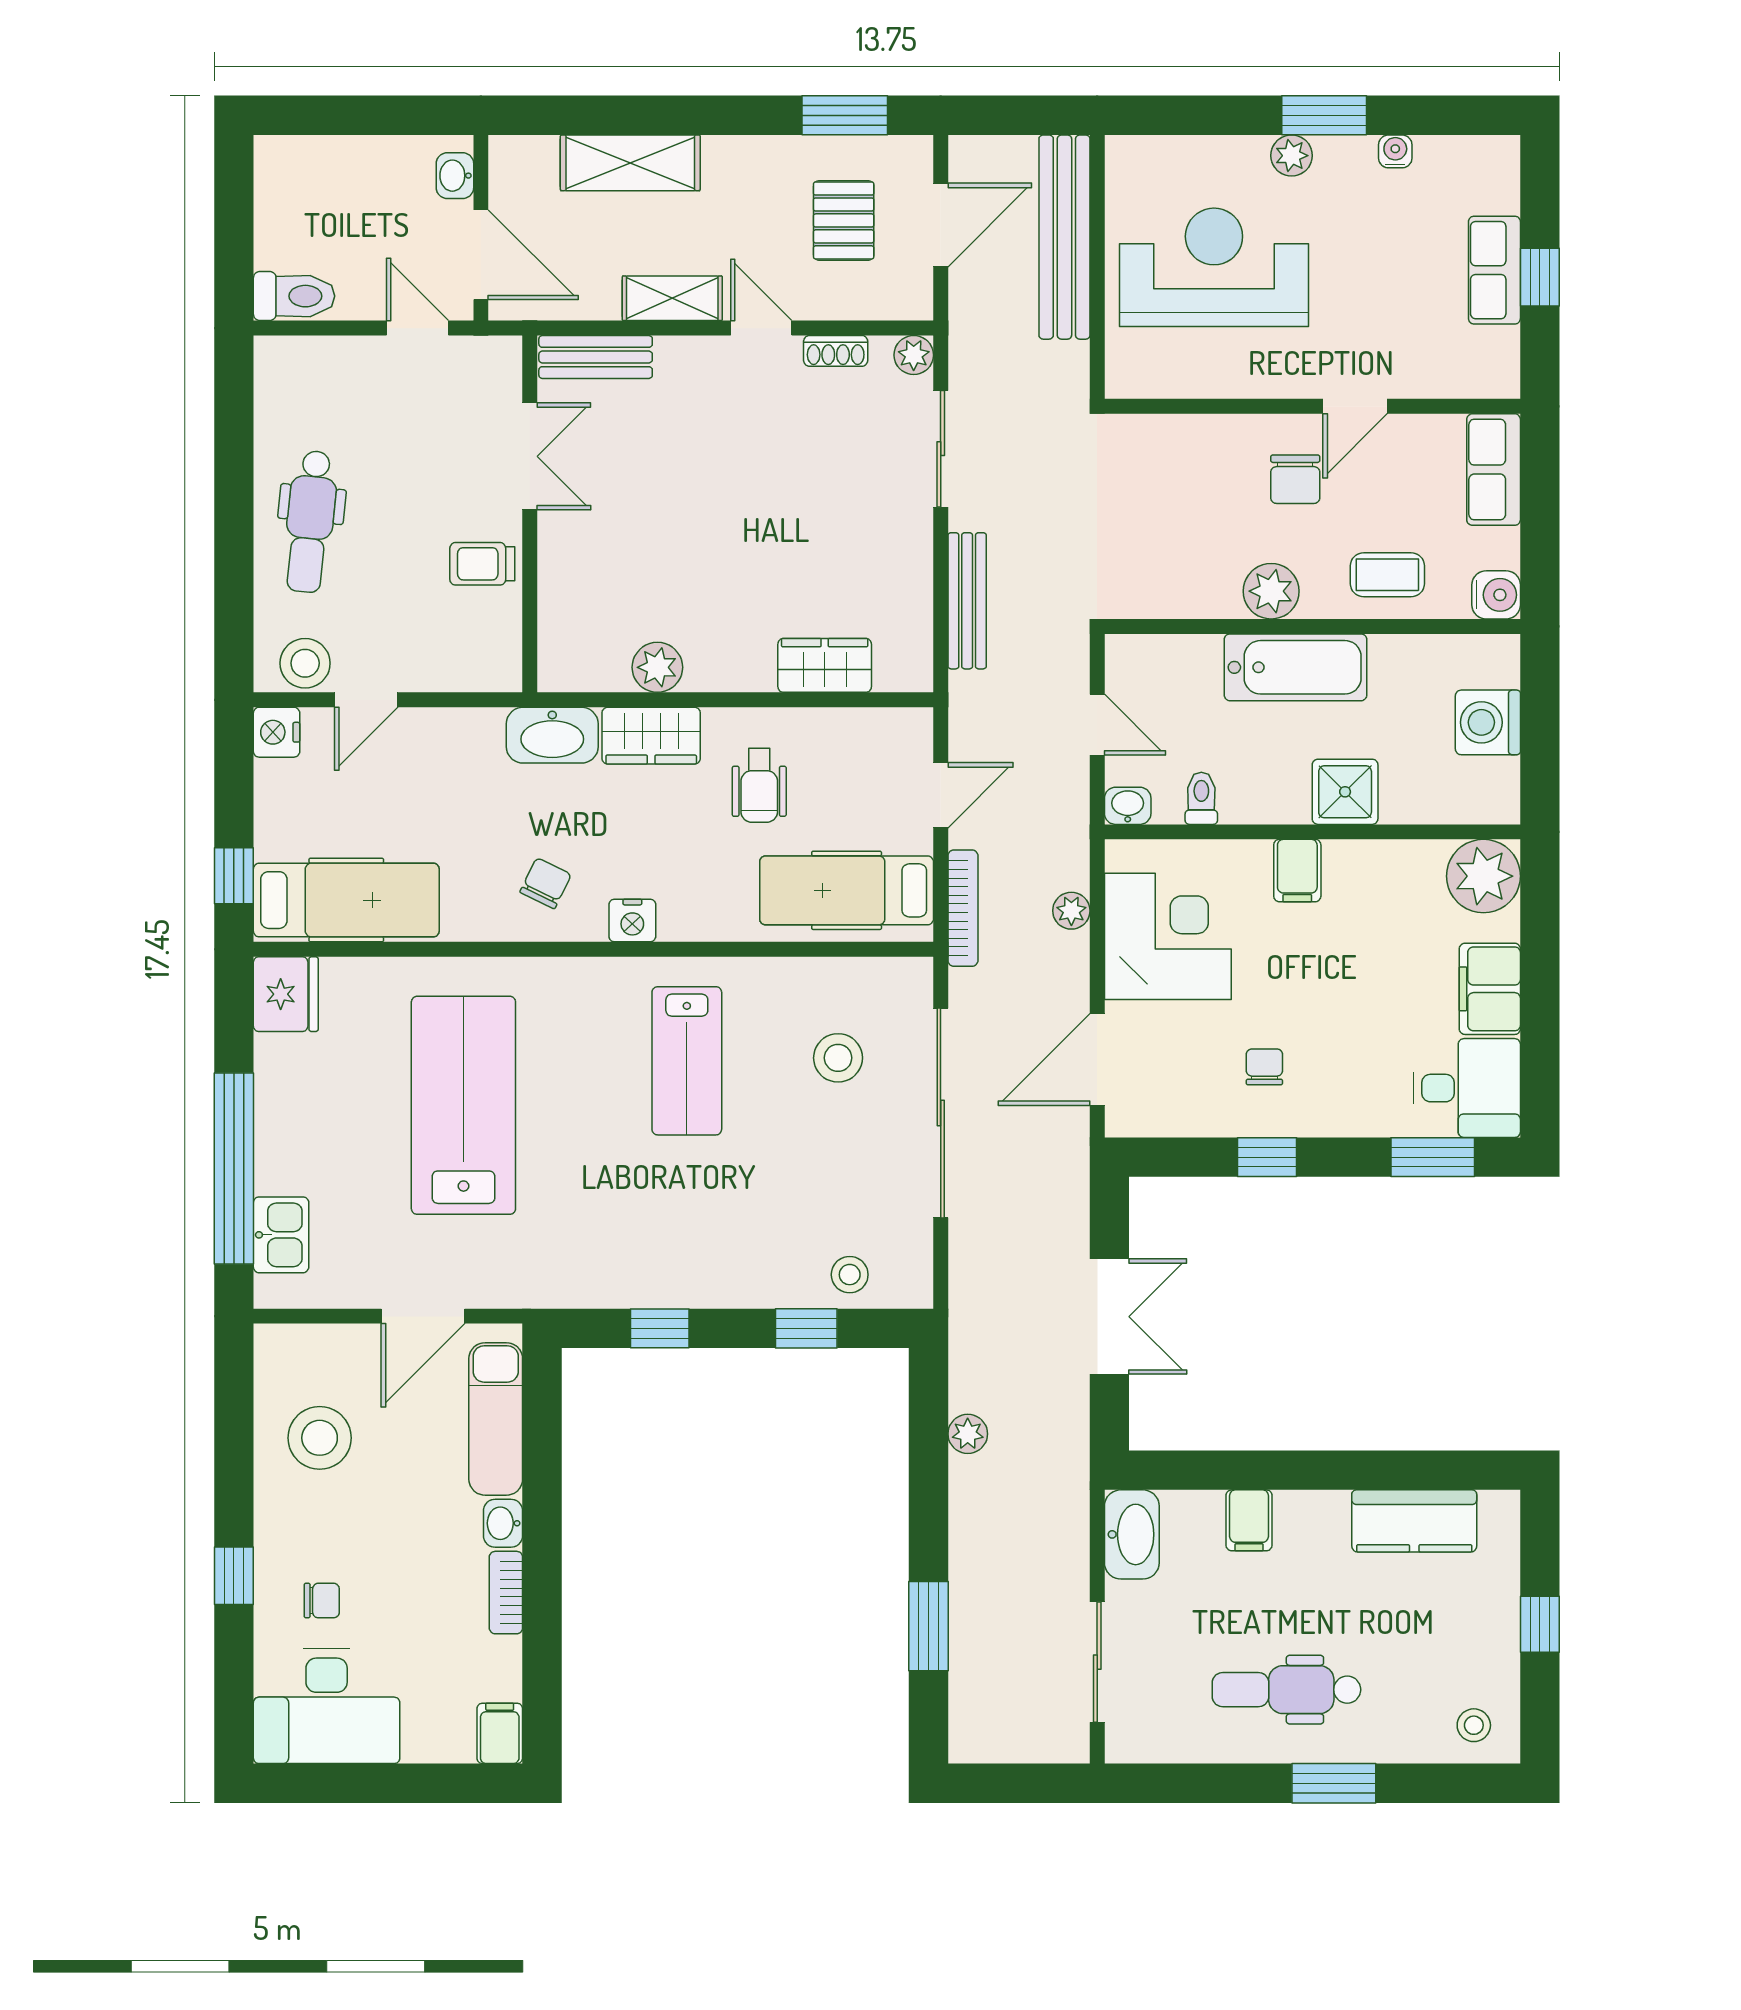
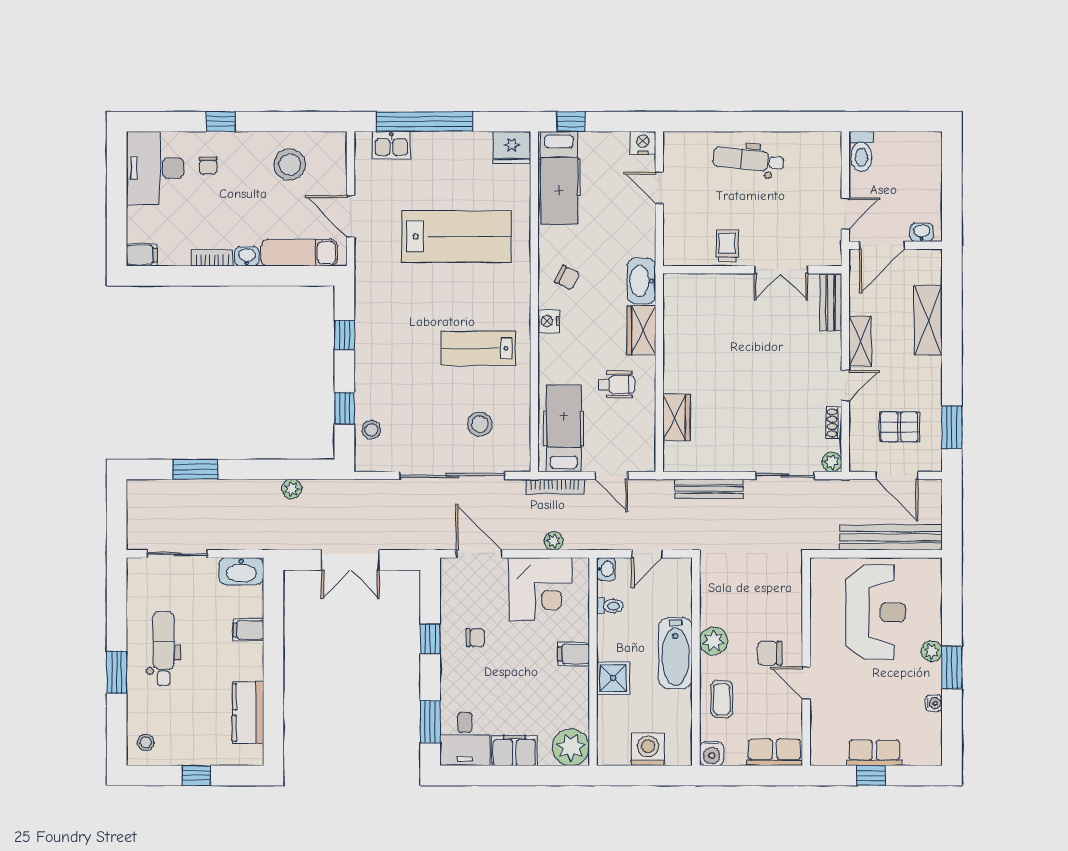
stool: (305, 663) -> (677, 157), removed
plant: (657, 667) -> (675, 334), removed
wheelchair: (759, 785) -> (616, 385), turned 180

